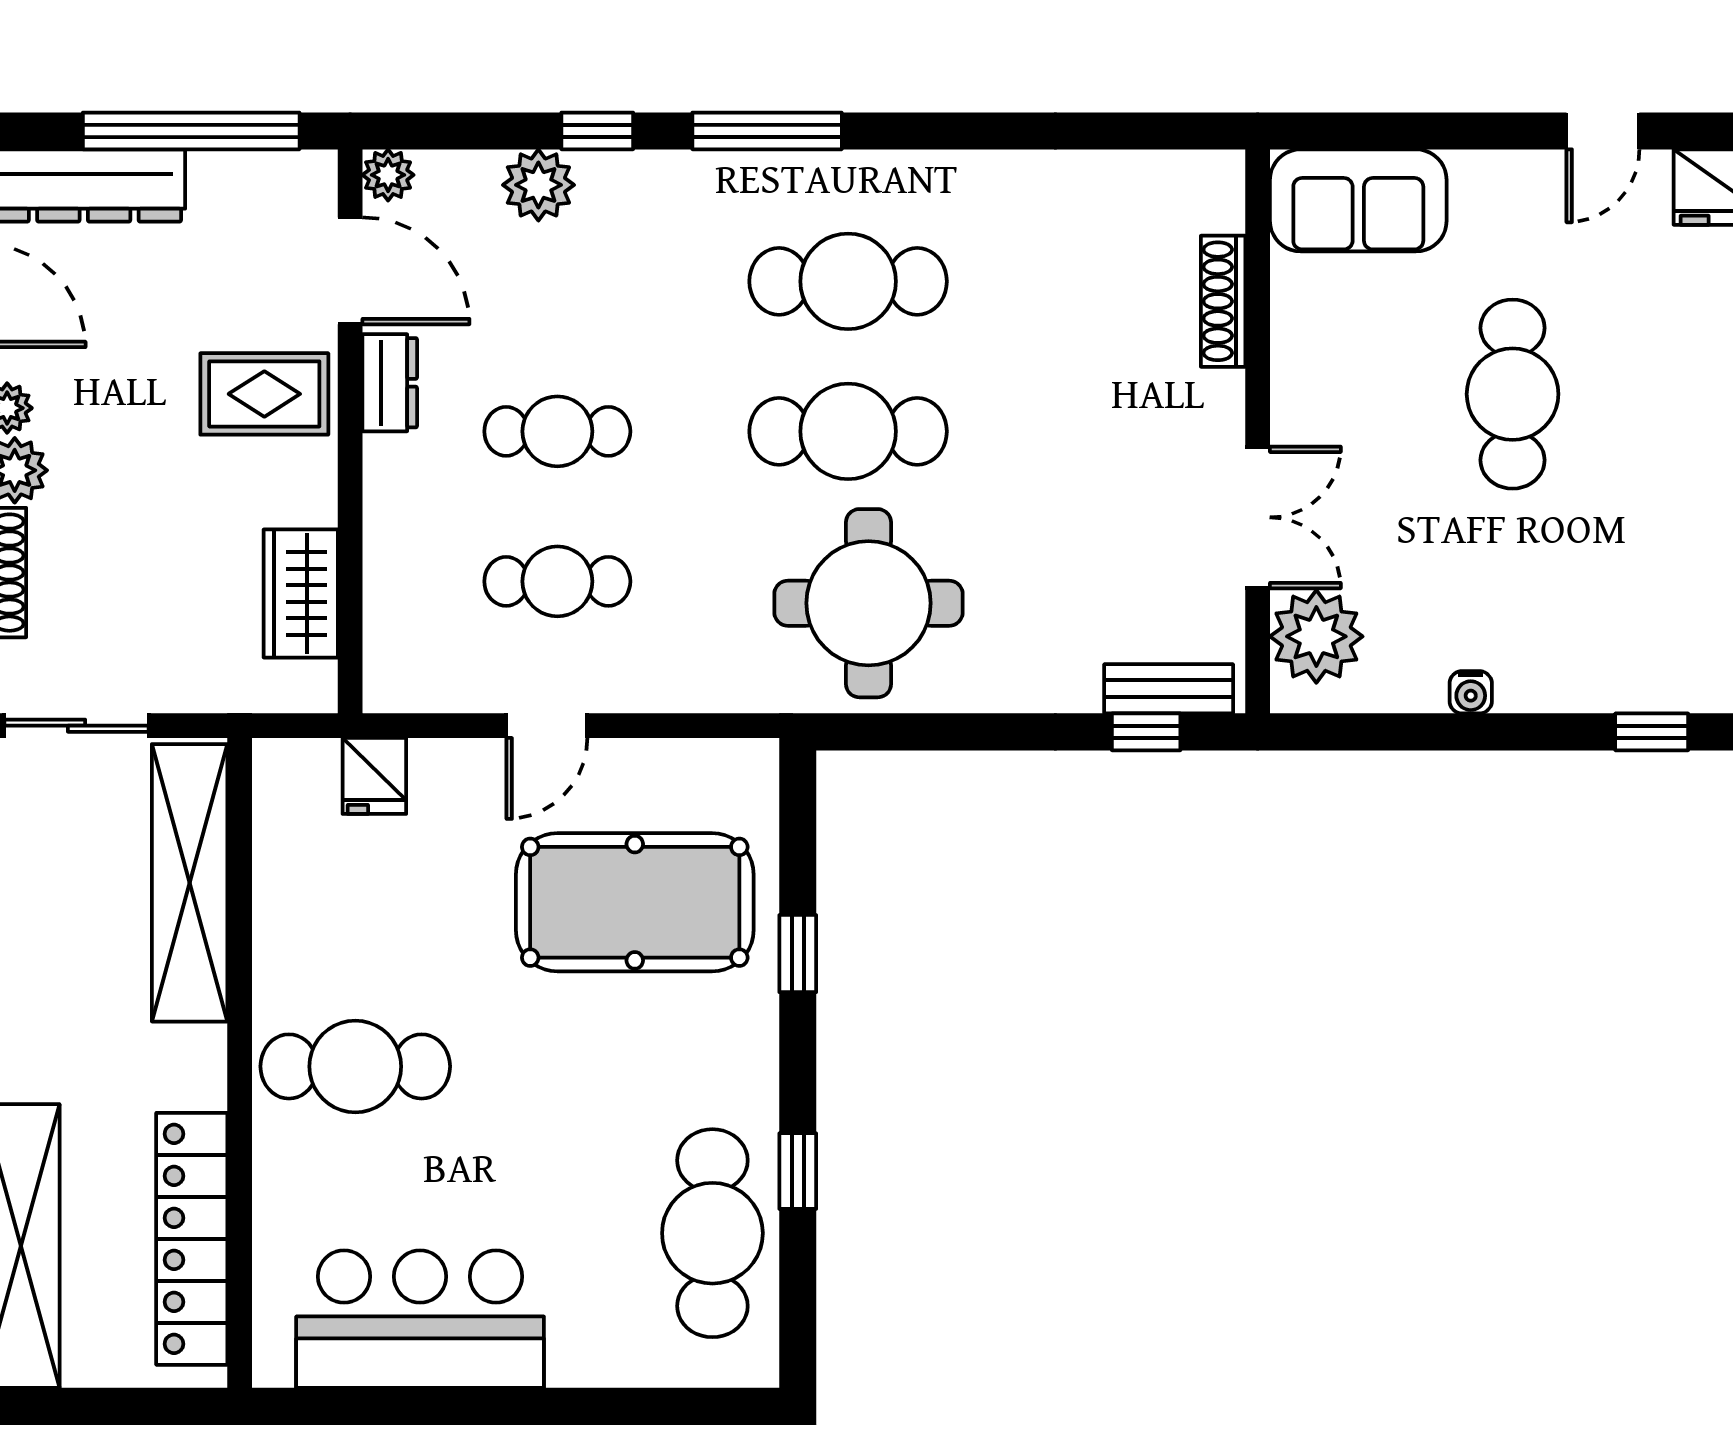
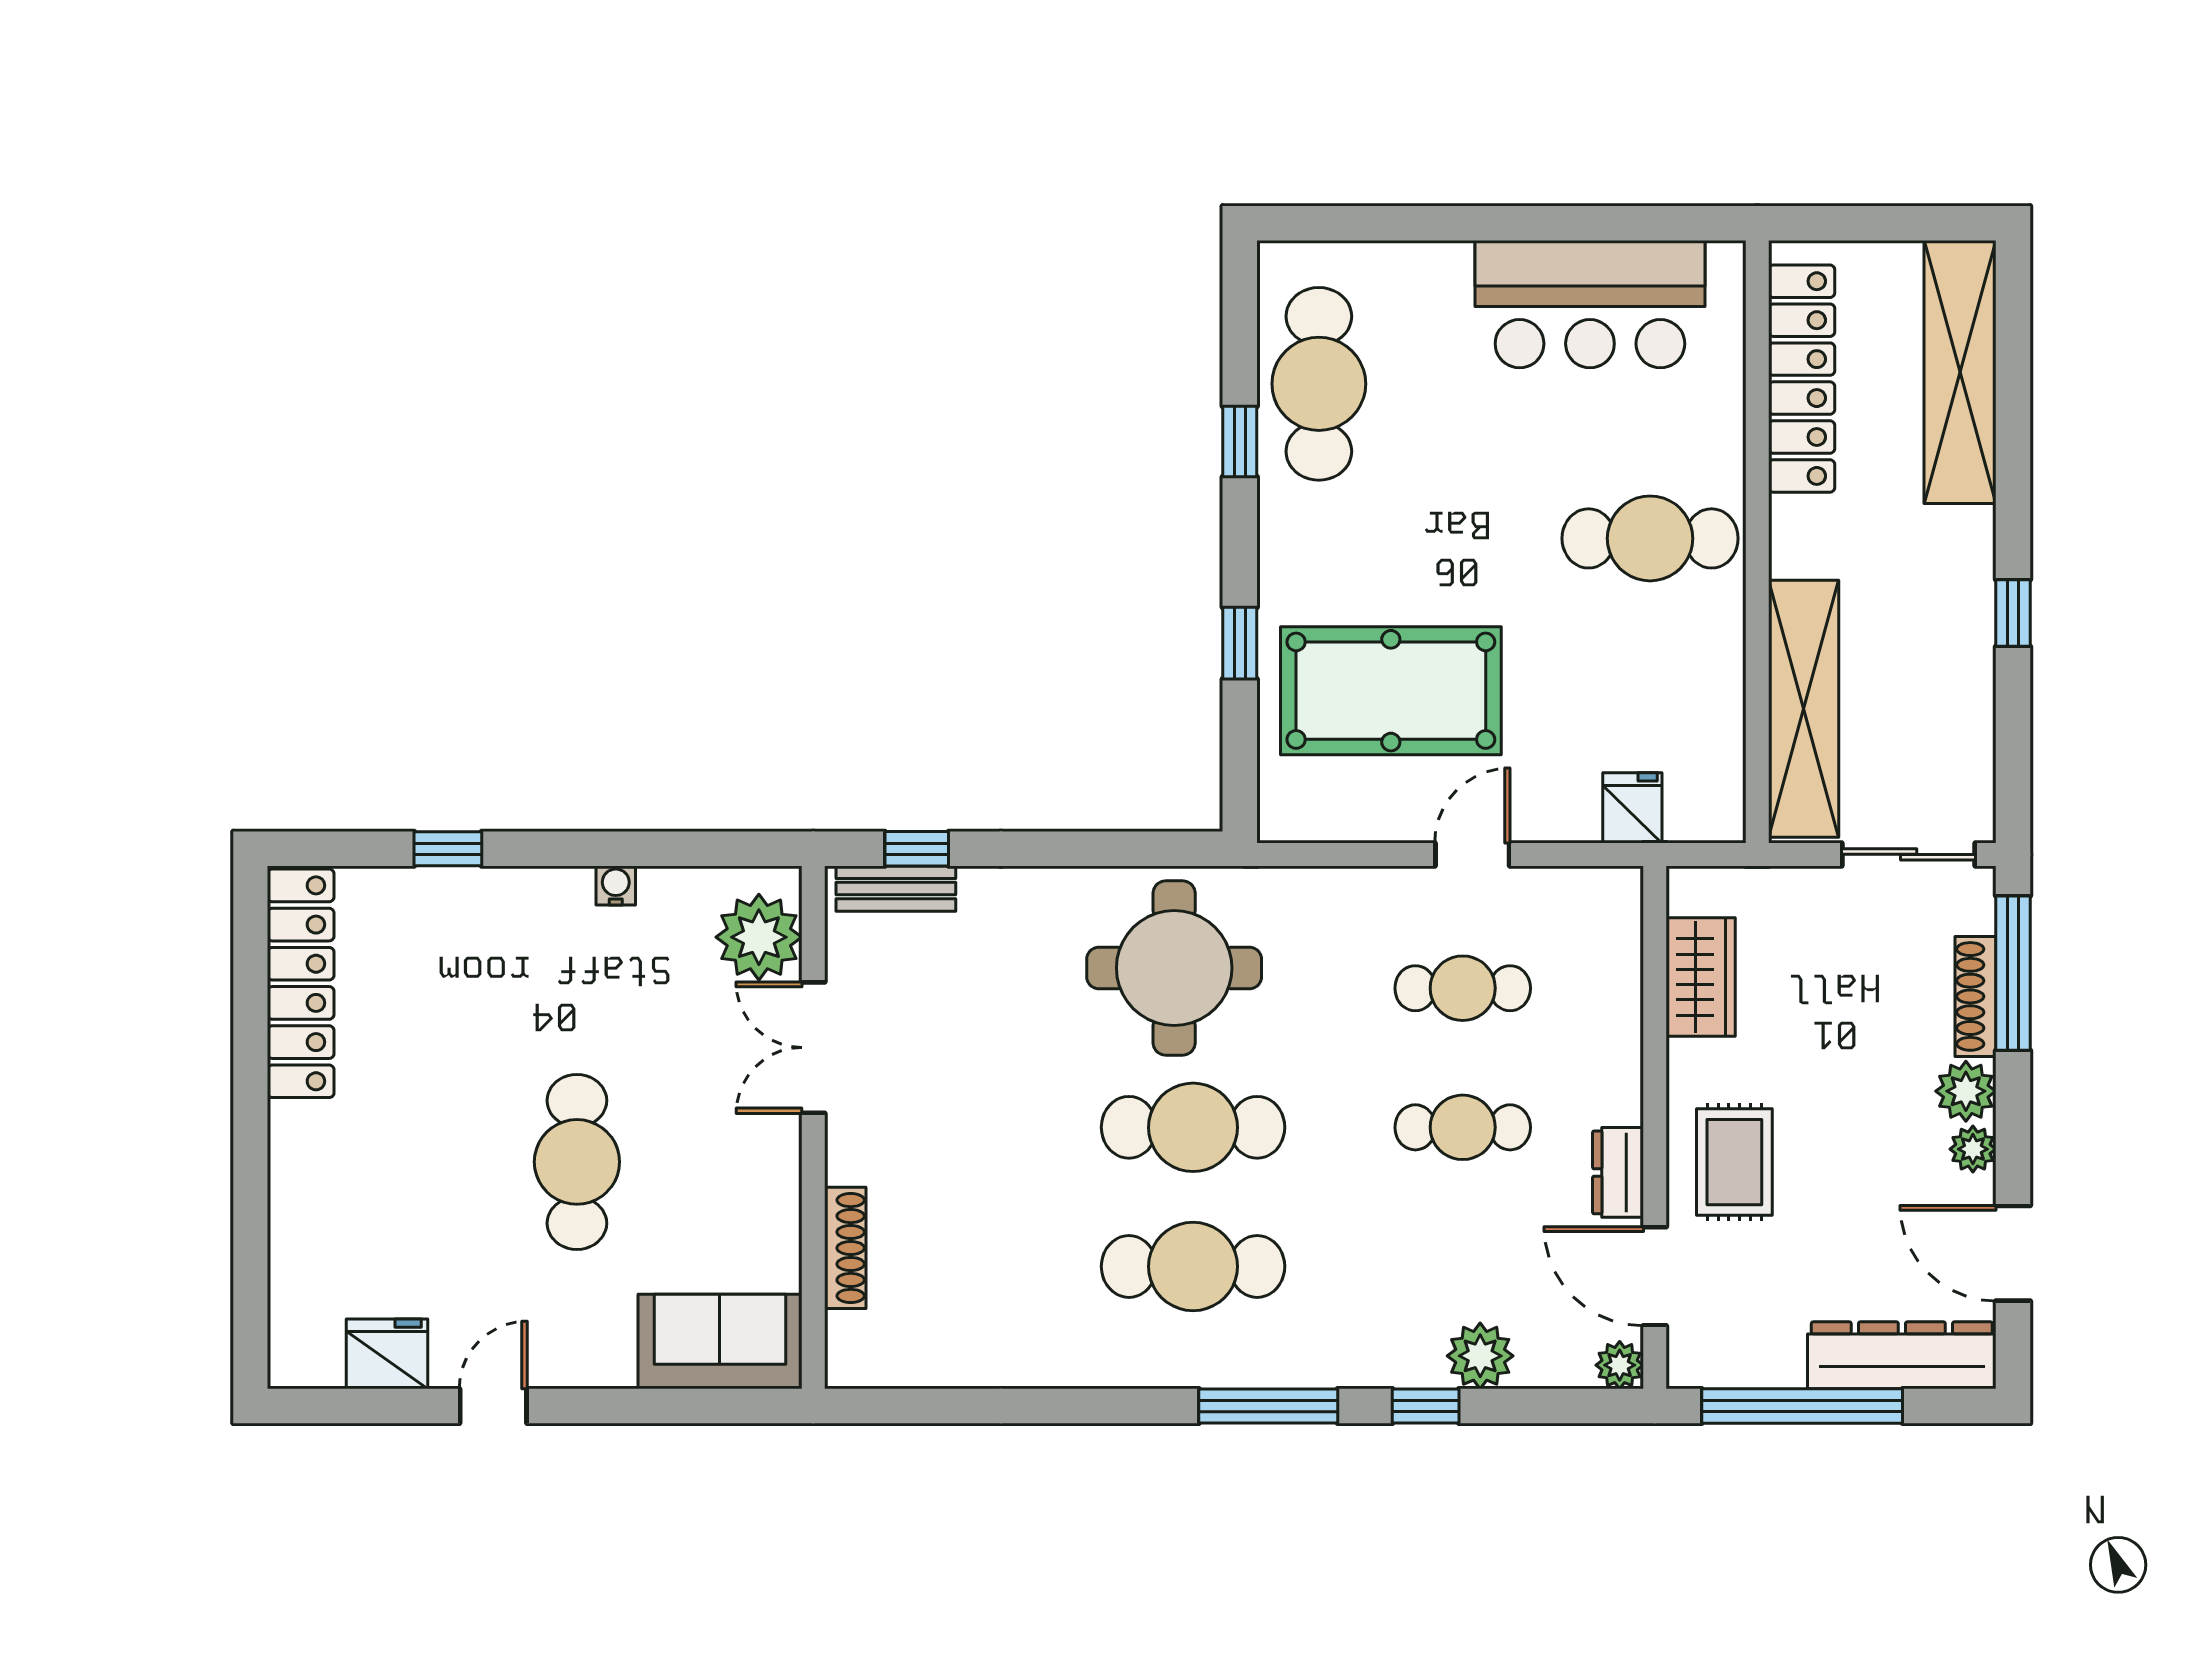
rug: (264, 394) -> (1734, 1162), turned 90

